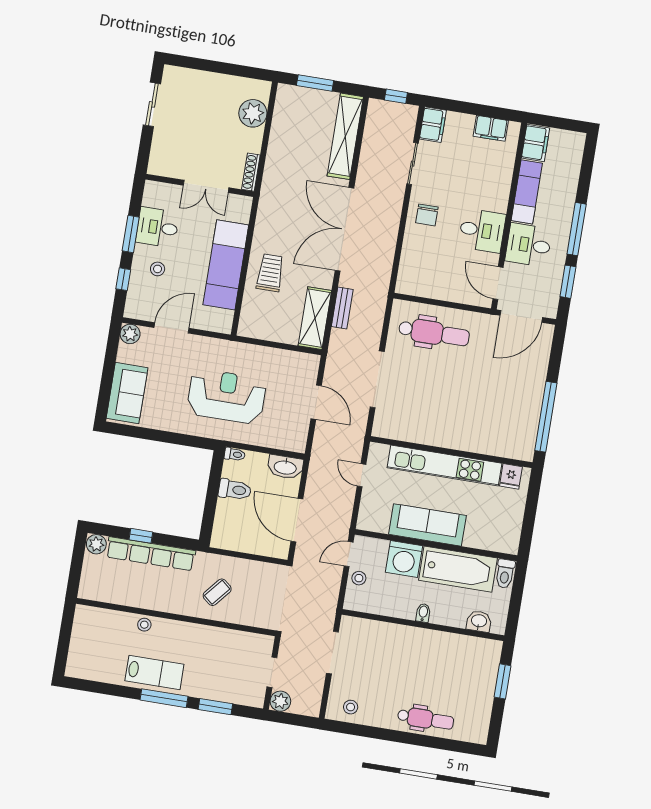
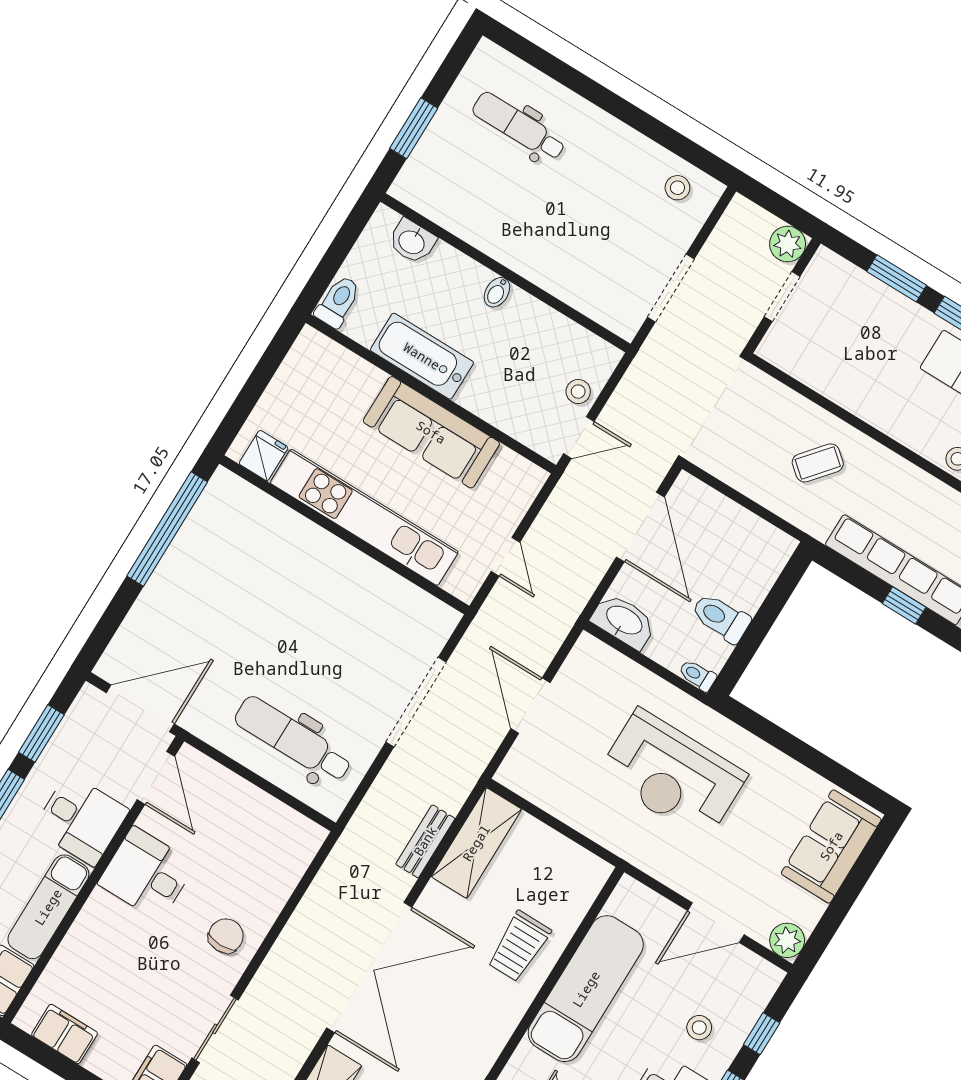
washing machine: (404, 559) -> (492, 392), removed
bathtub: (458, 569) -> (422, 356), width x0.73, depth x0.73
dental chair: (426, 719) -> (519, 126), moved

